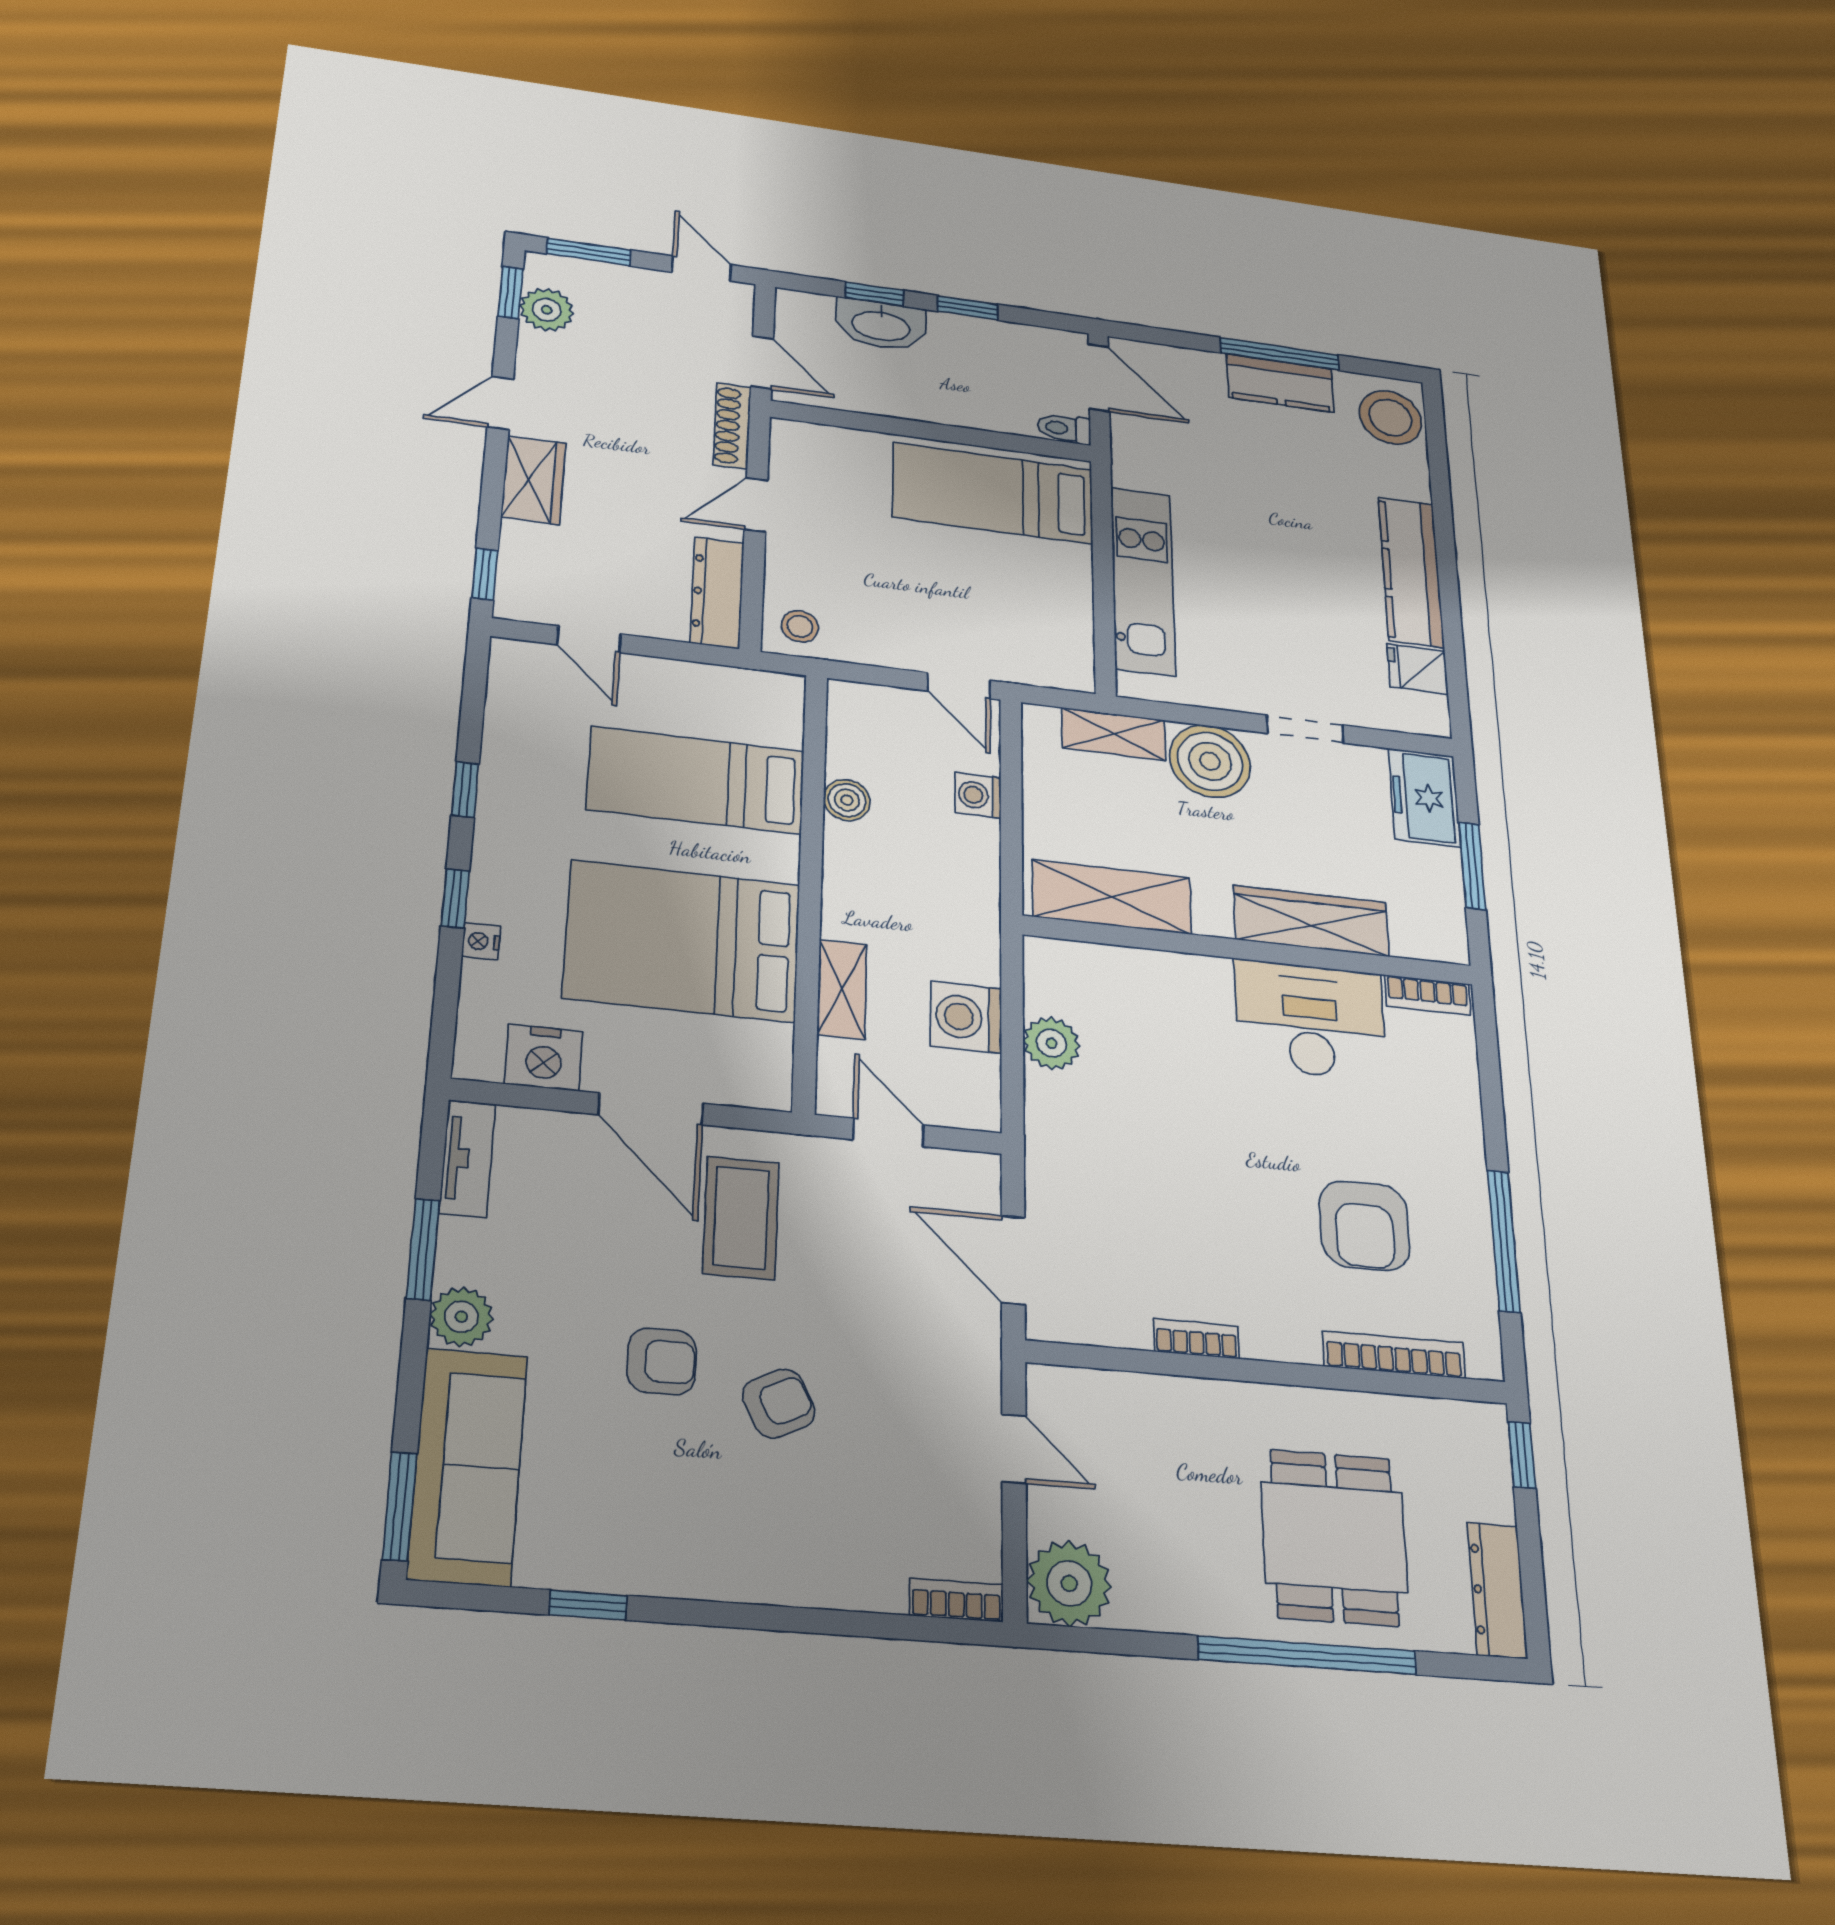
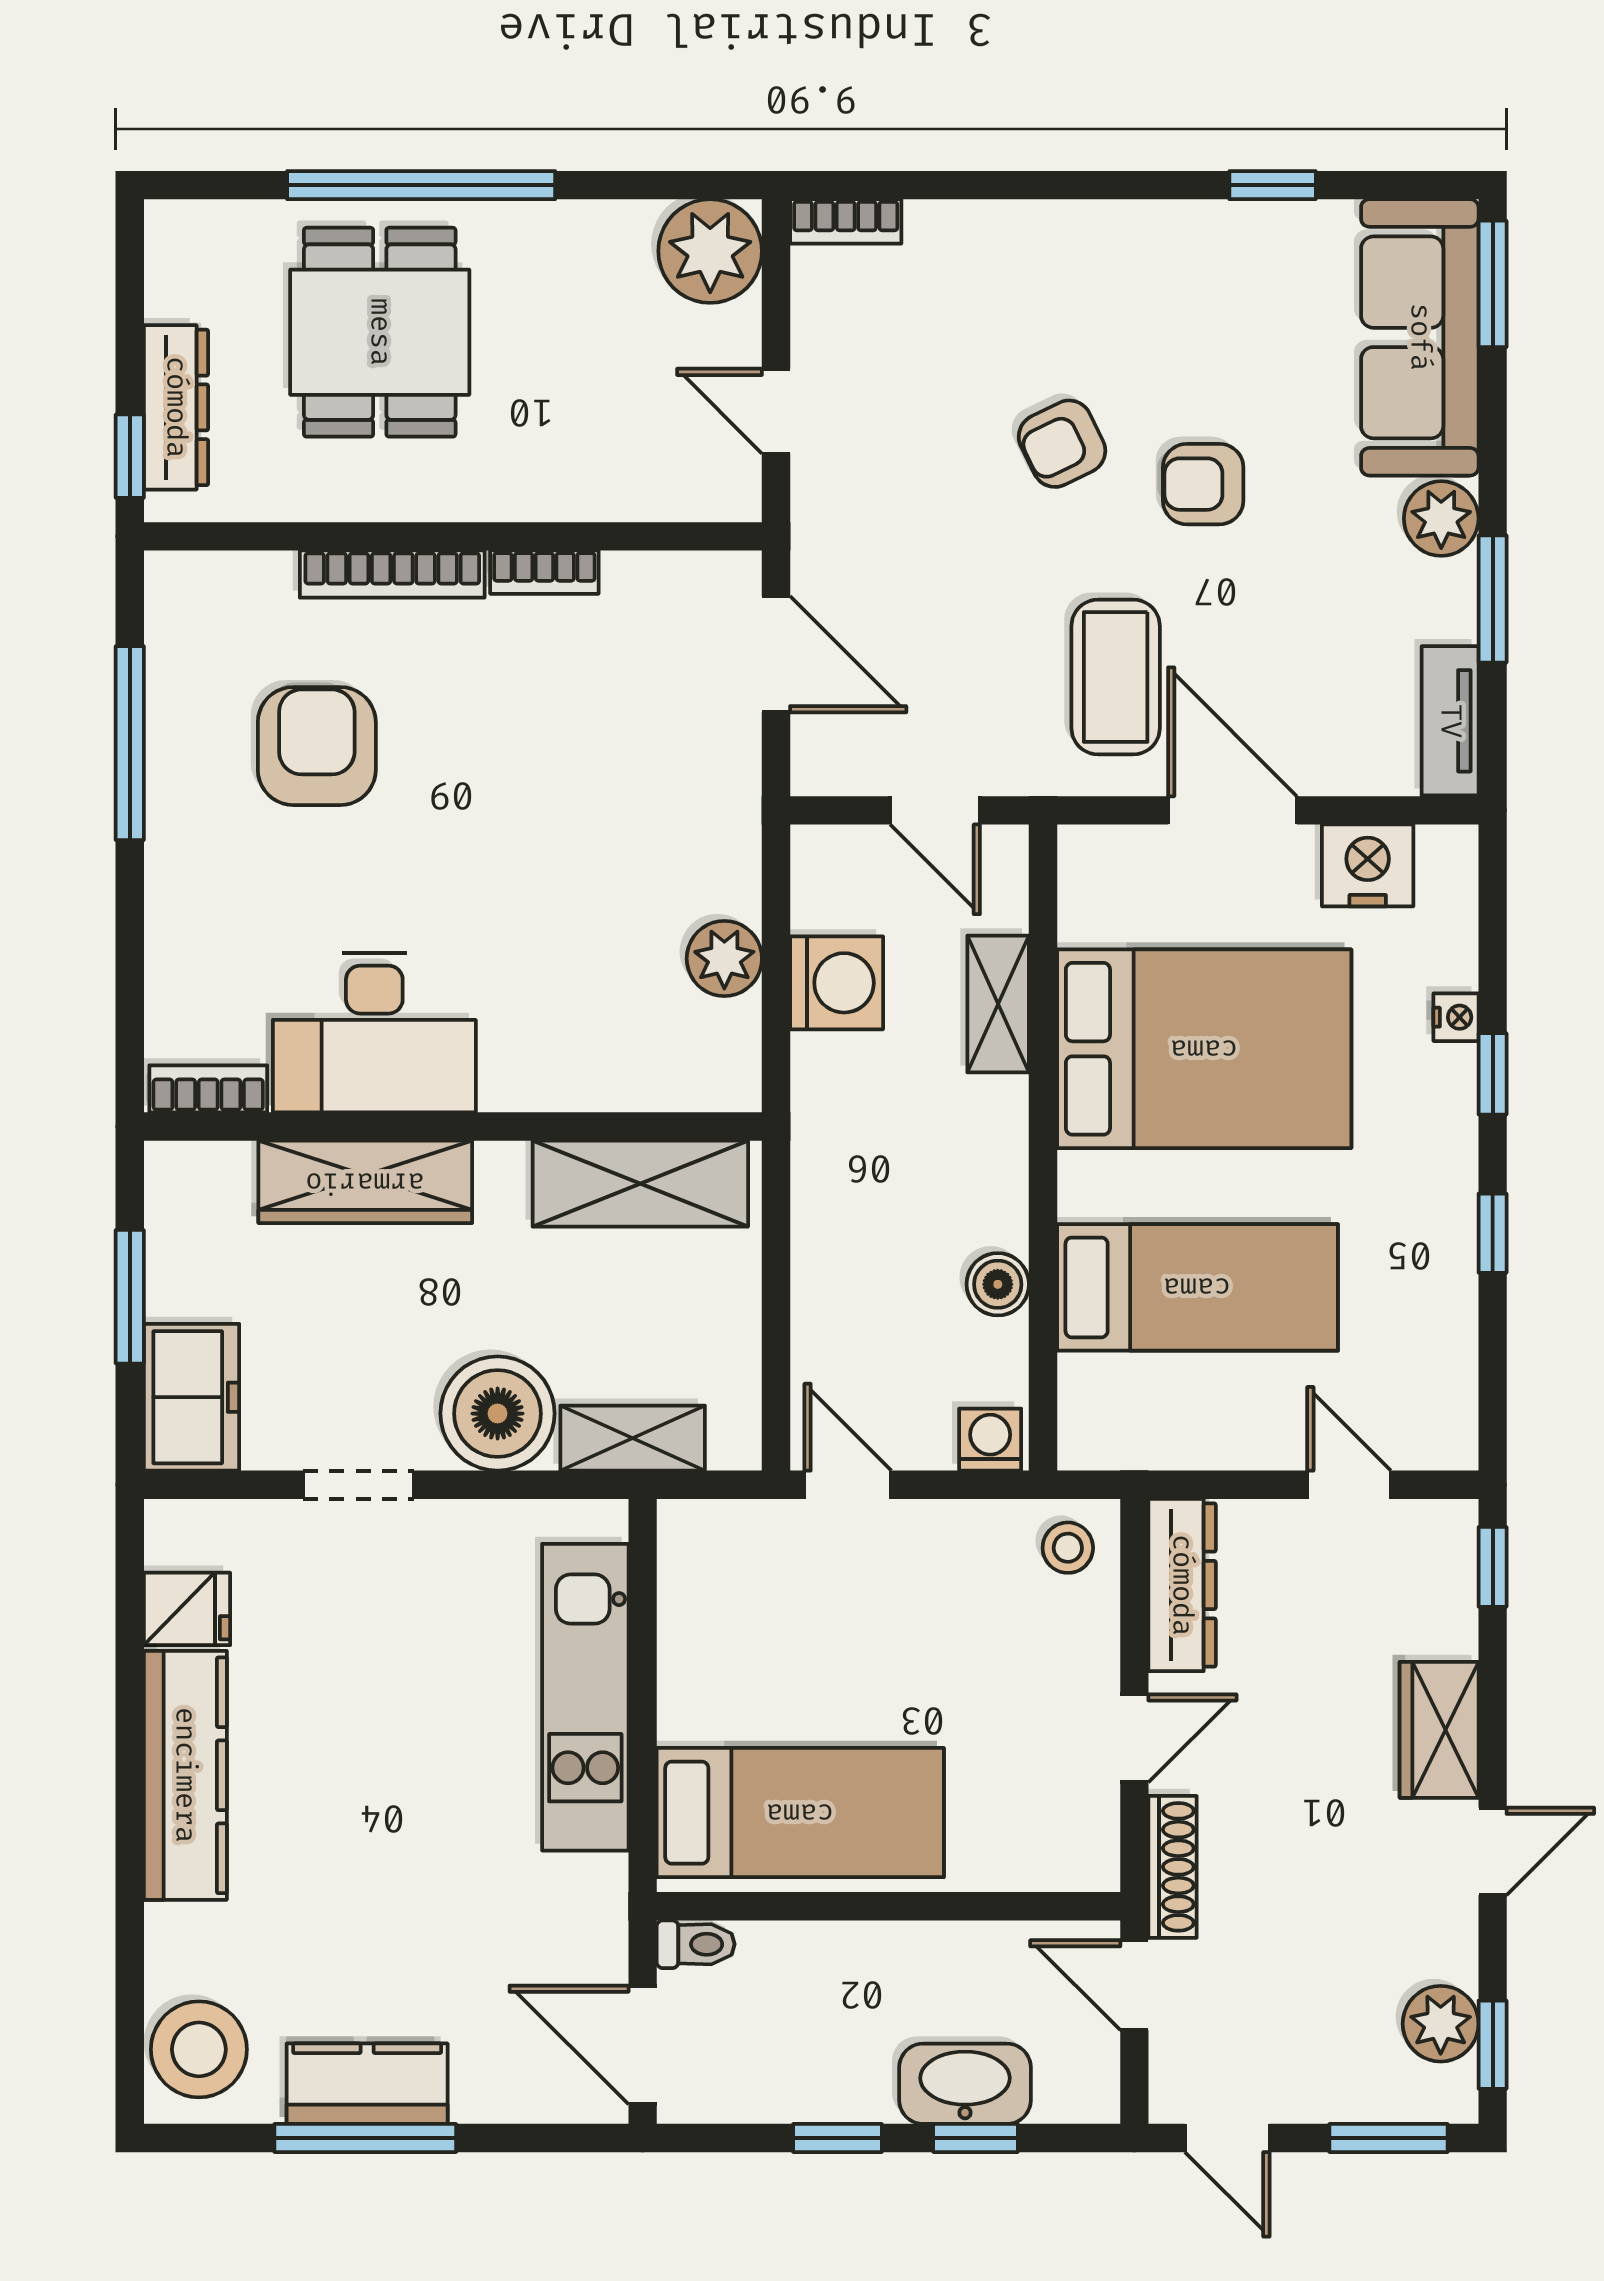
washing machine: (978, 795) -> (990, 1440), moved, turned -90
bookcase: (1394, 1355) -> (392, 574), moved
dresser: (1497, 1590) -> (176, 407), moved

